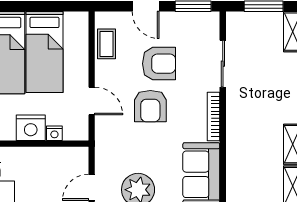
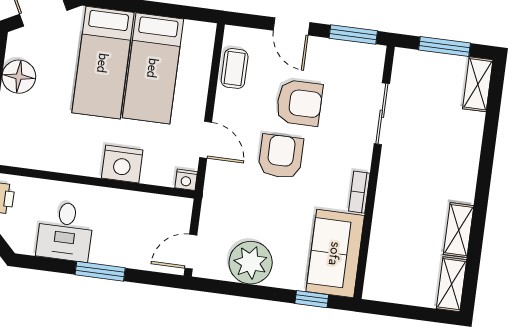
armchair: (150, 106) -> (281, 156), turned 180
bookcase: (213, 117) -> (359, 192), width x0.64
nightstand: (54, 133) -> (186, 180), moved

